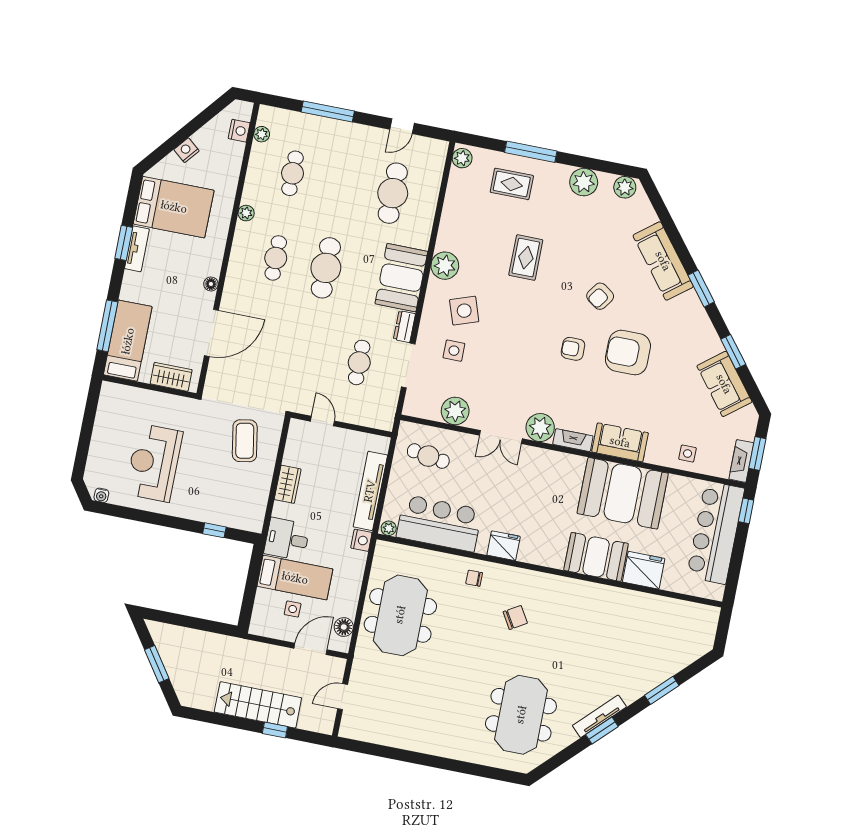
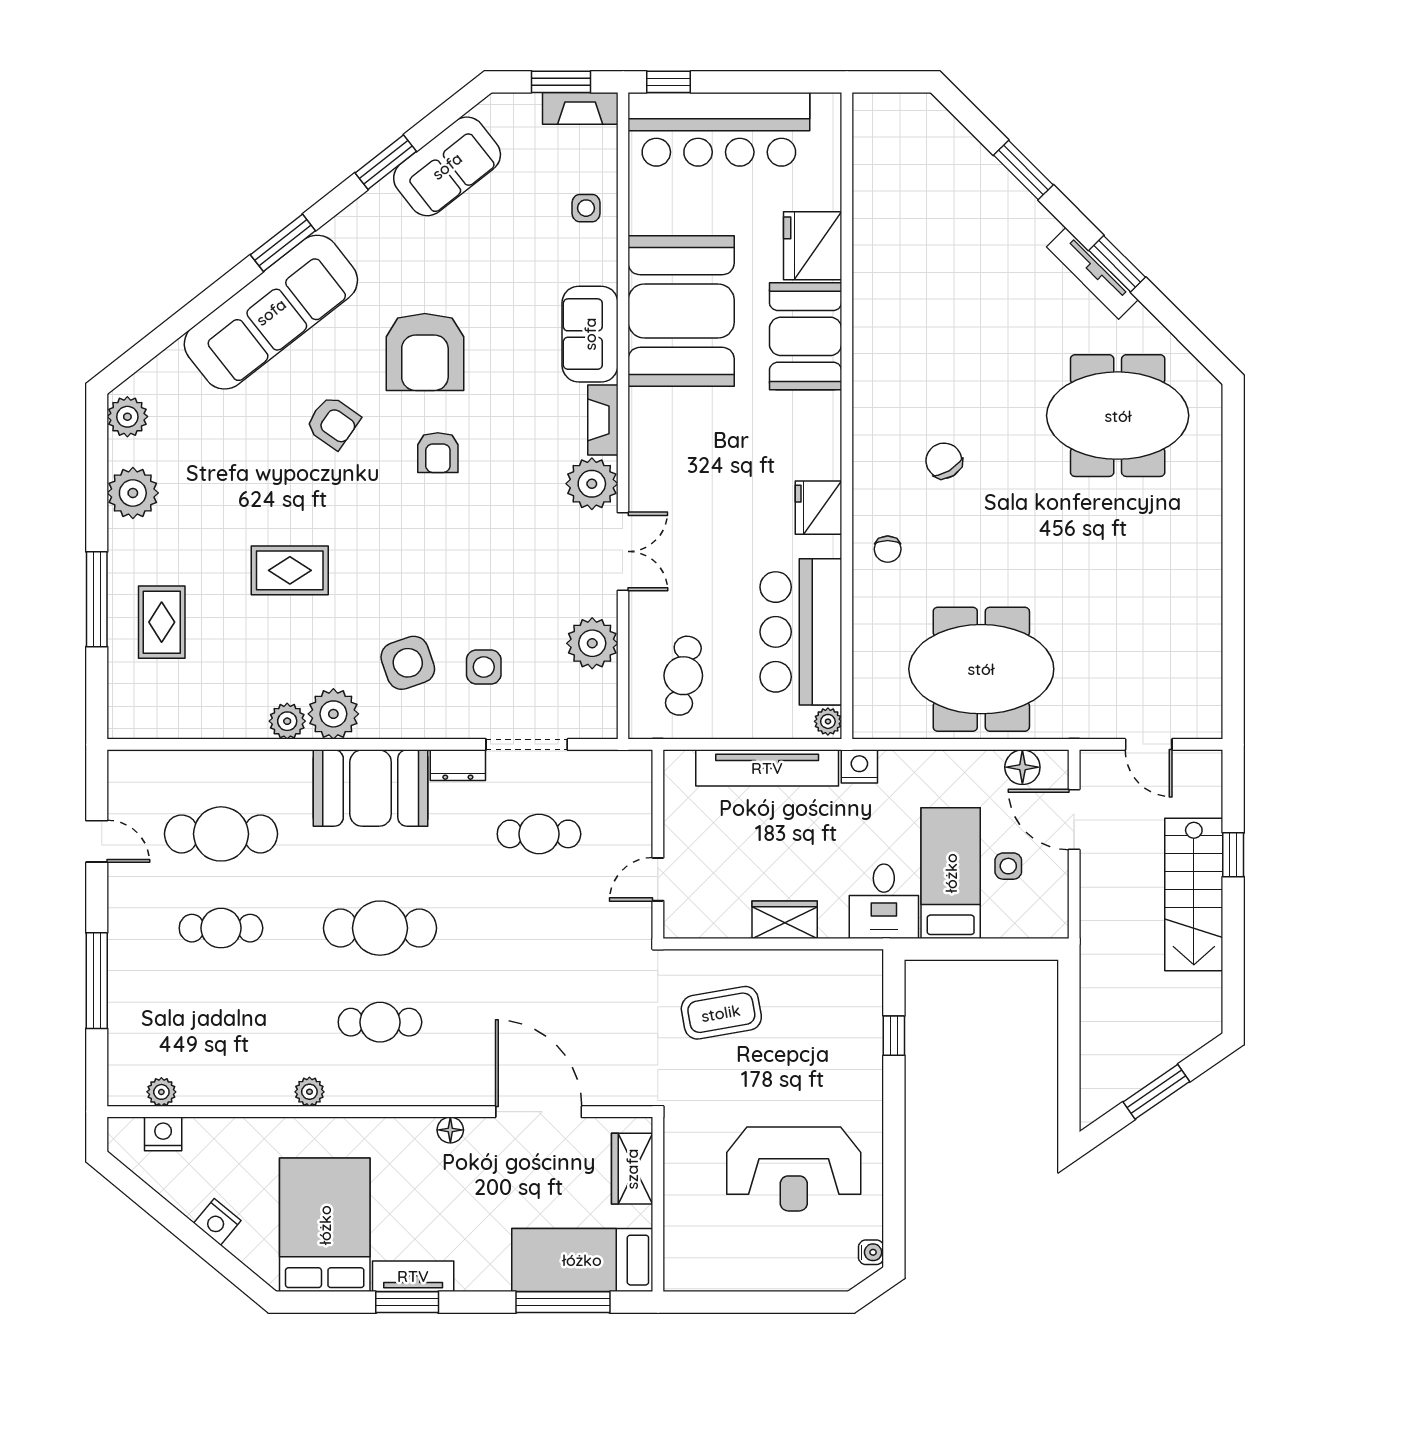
plant: (462, 158) -> (287, 721), moved
cafe table: (293, 173) -> (221, 928), moved
sofa: (663, 261) -> (271, 312), width x1.36, depth x1.27

